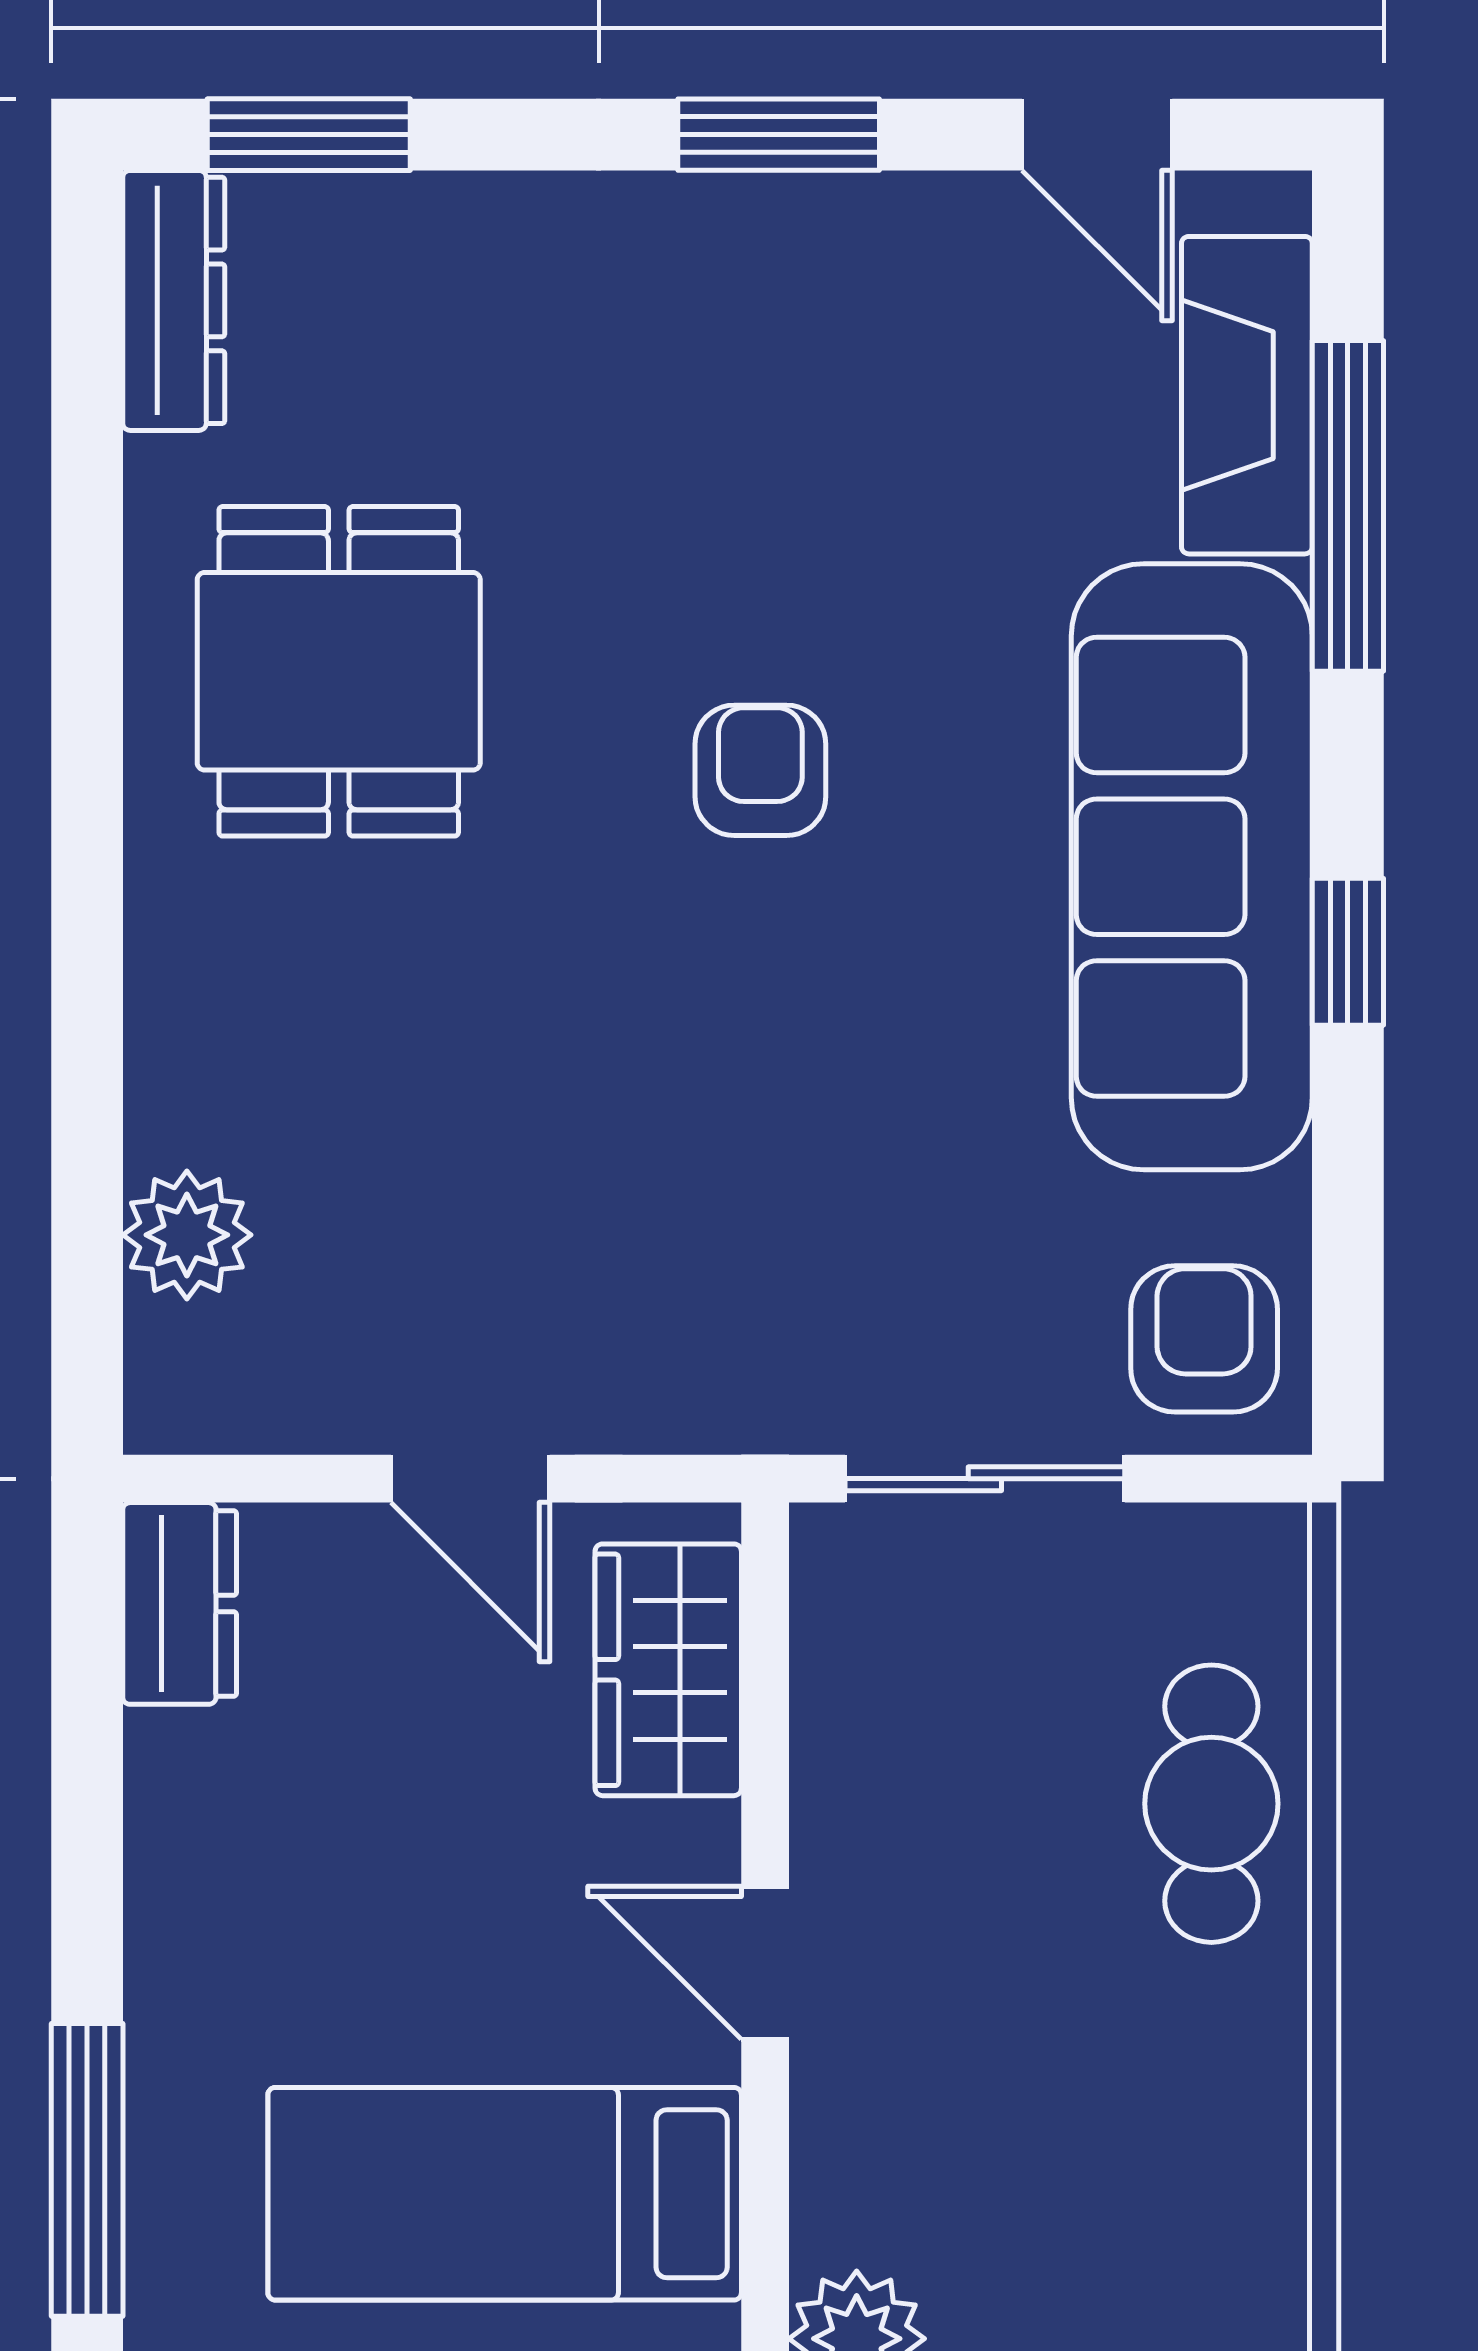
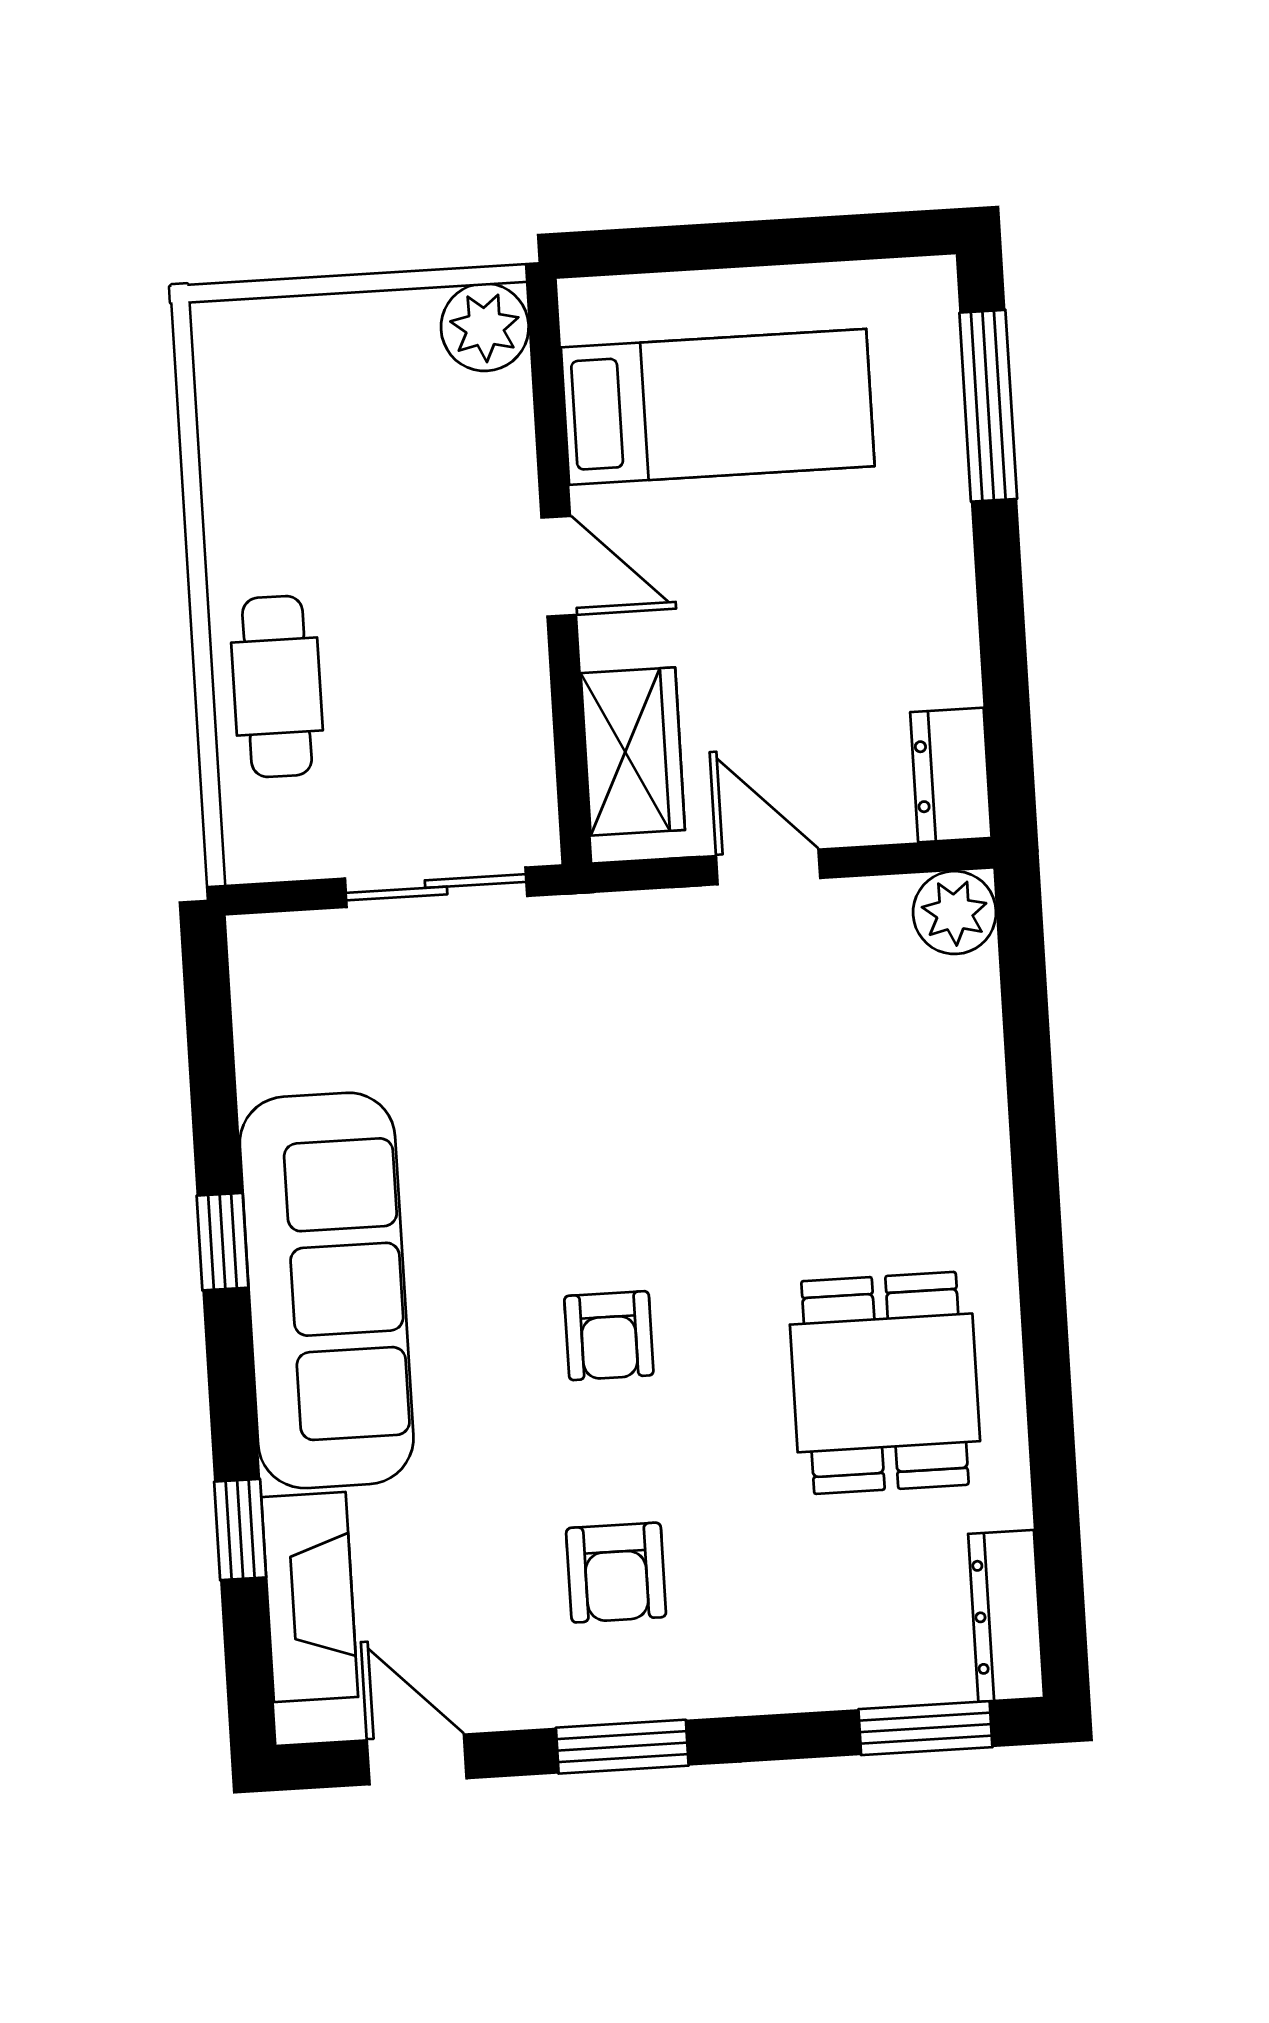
window: (1348, 506) -> (240, 1530), width x0.46
plant: (187, 1235) -> (955, 913), moved
armchair: (1204, 1339) -> (616, 1573), moved

